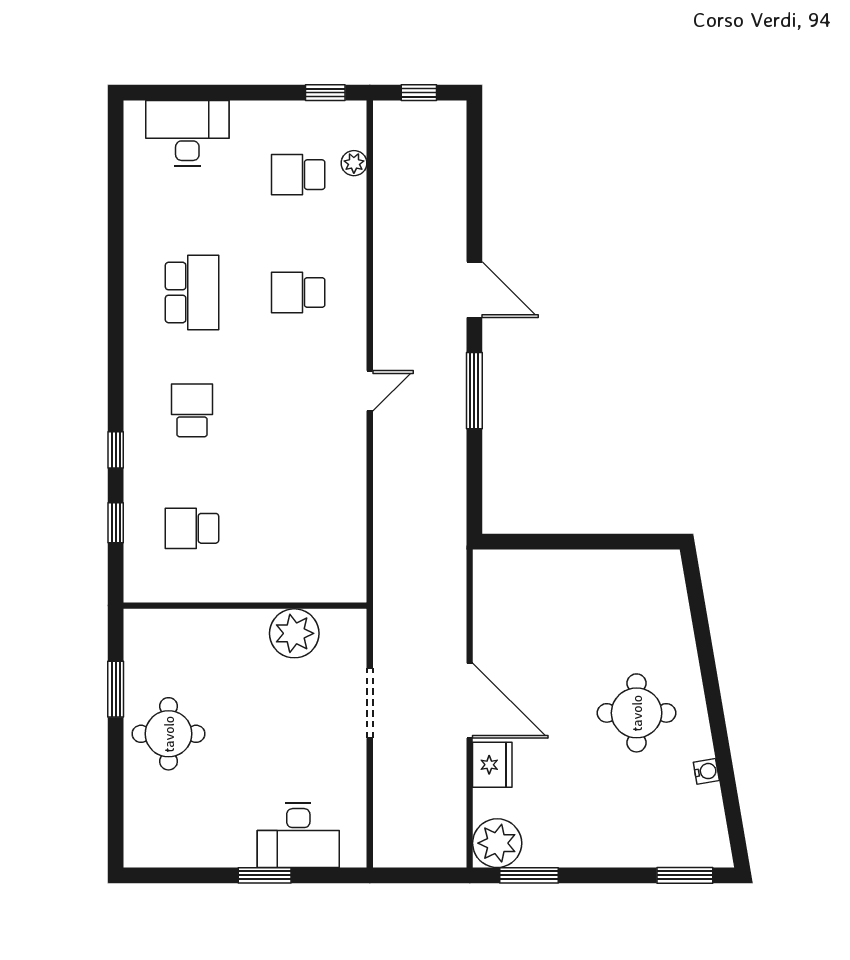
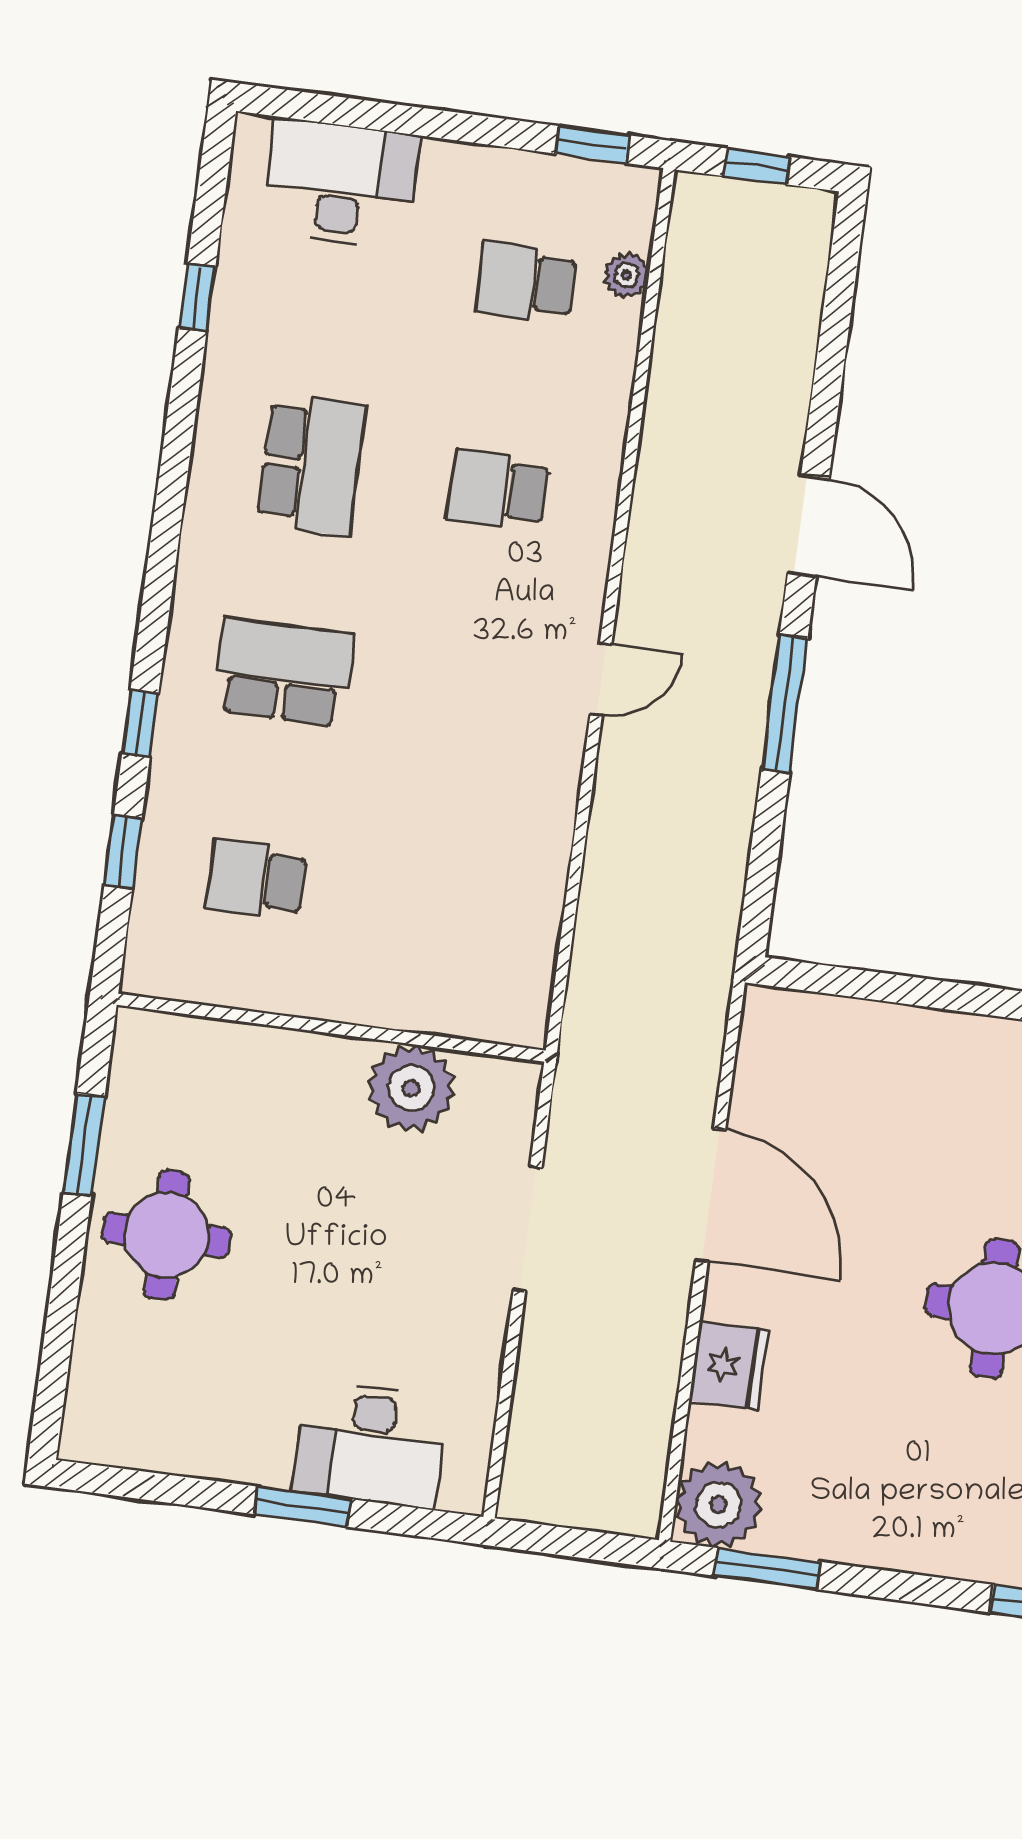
window: (116, 208) -> (197, 297), added
school desk: (192, 410) -> (284, 672), width x1.85
door: (470, 701) -> (711, 1195), moved

